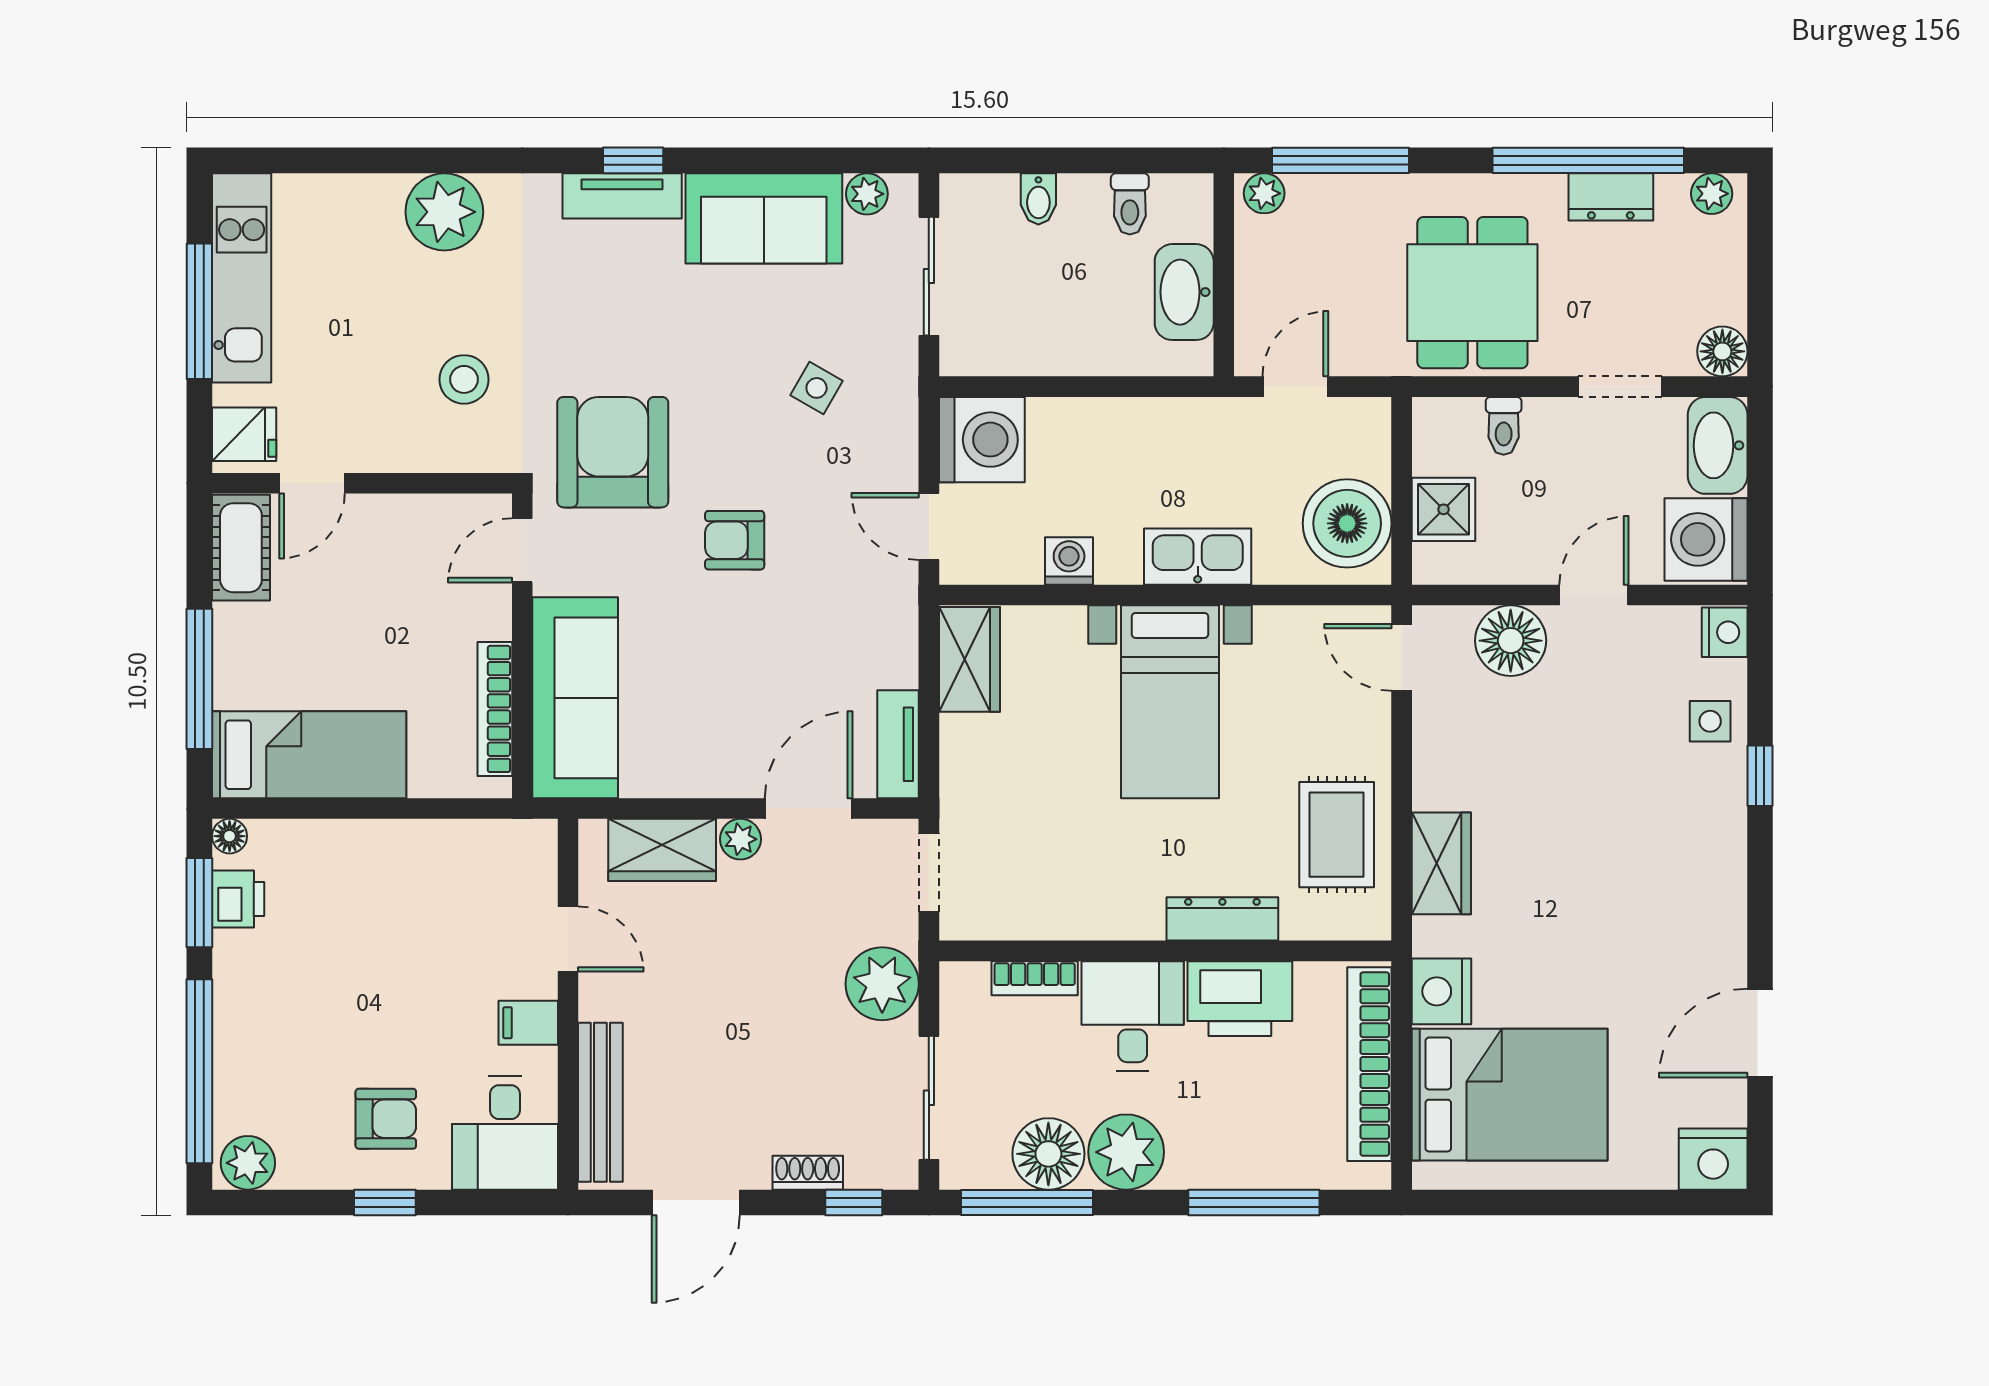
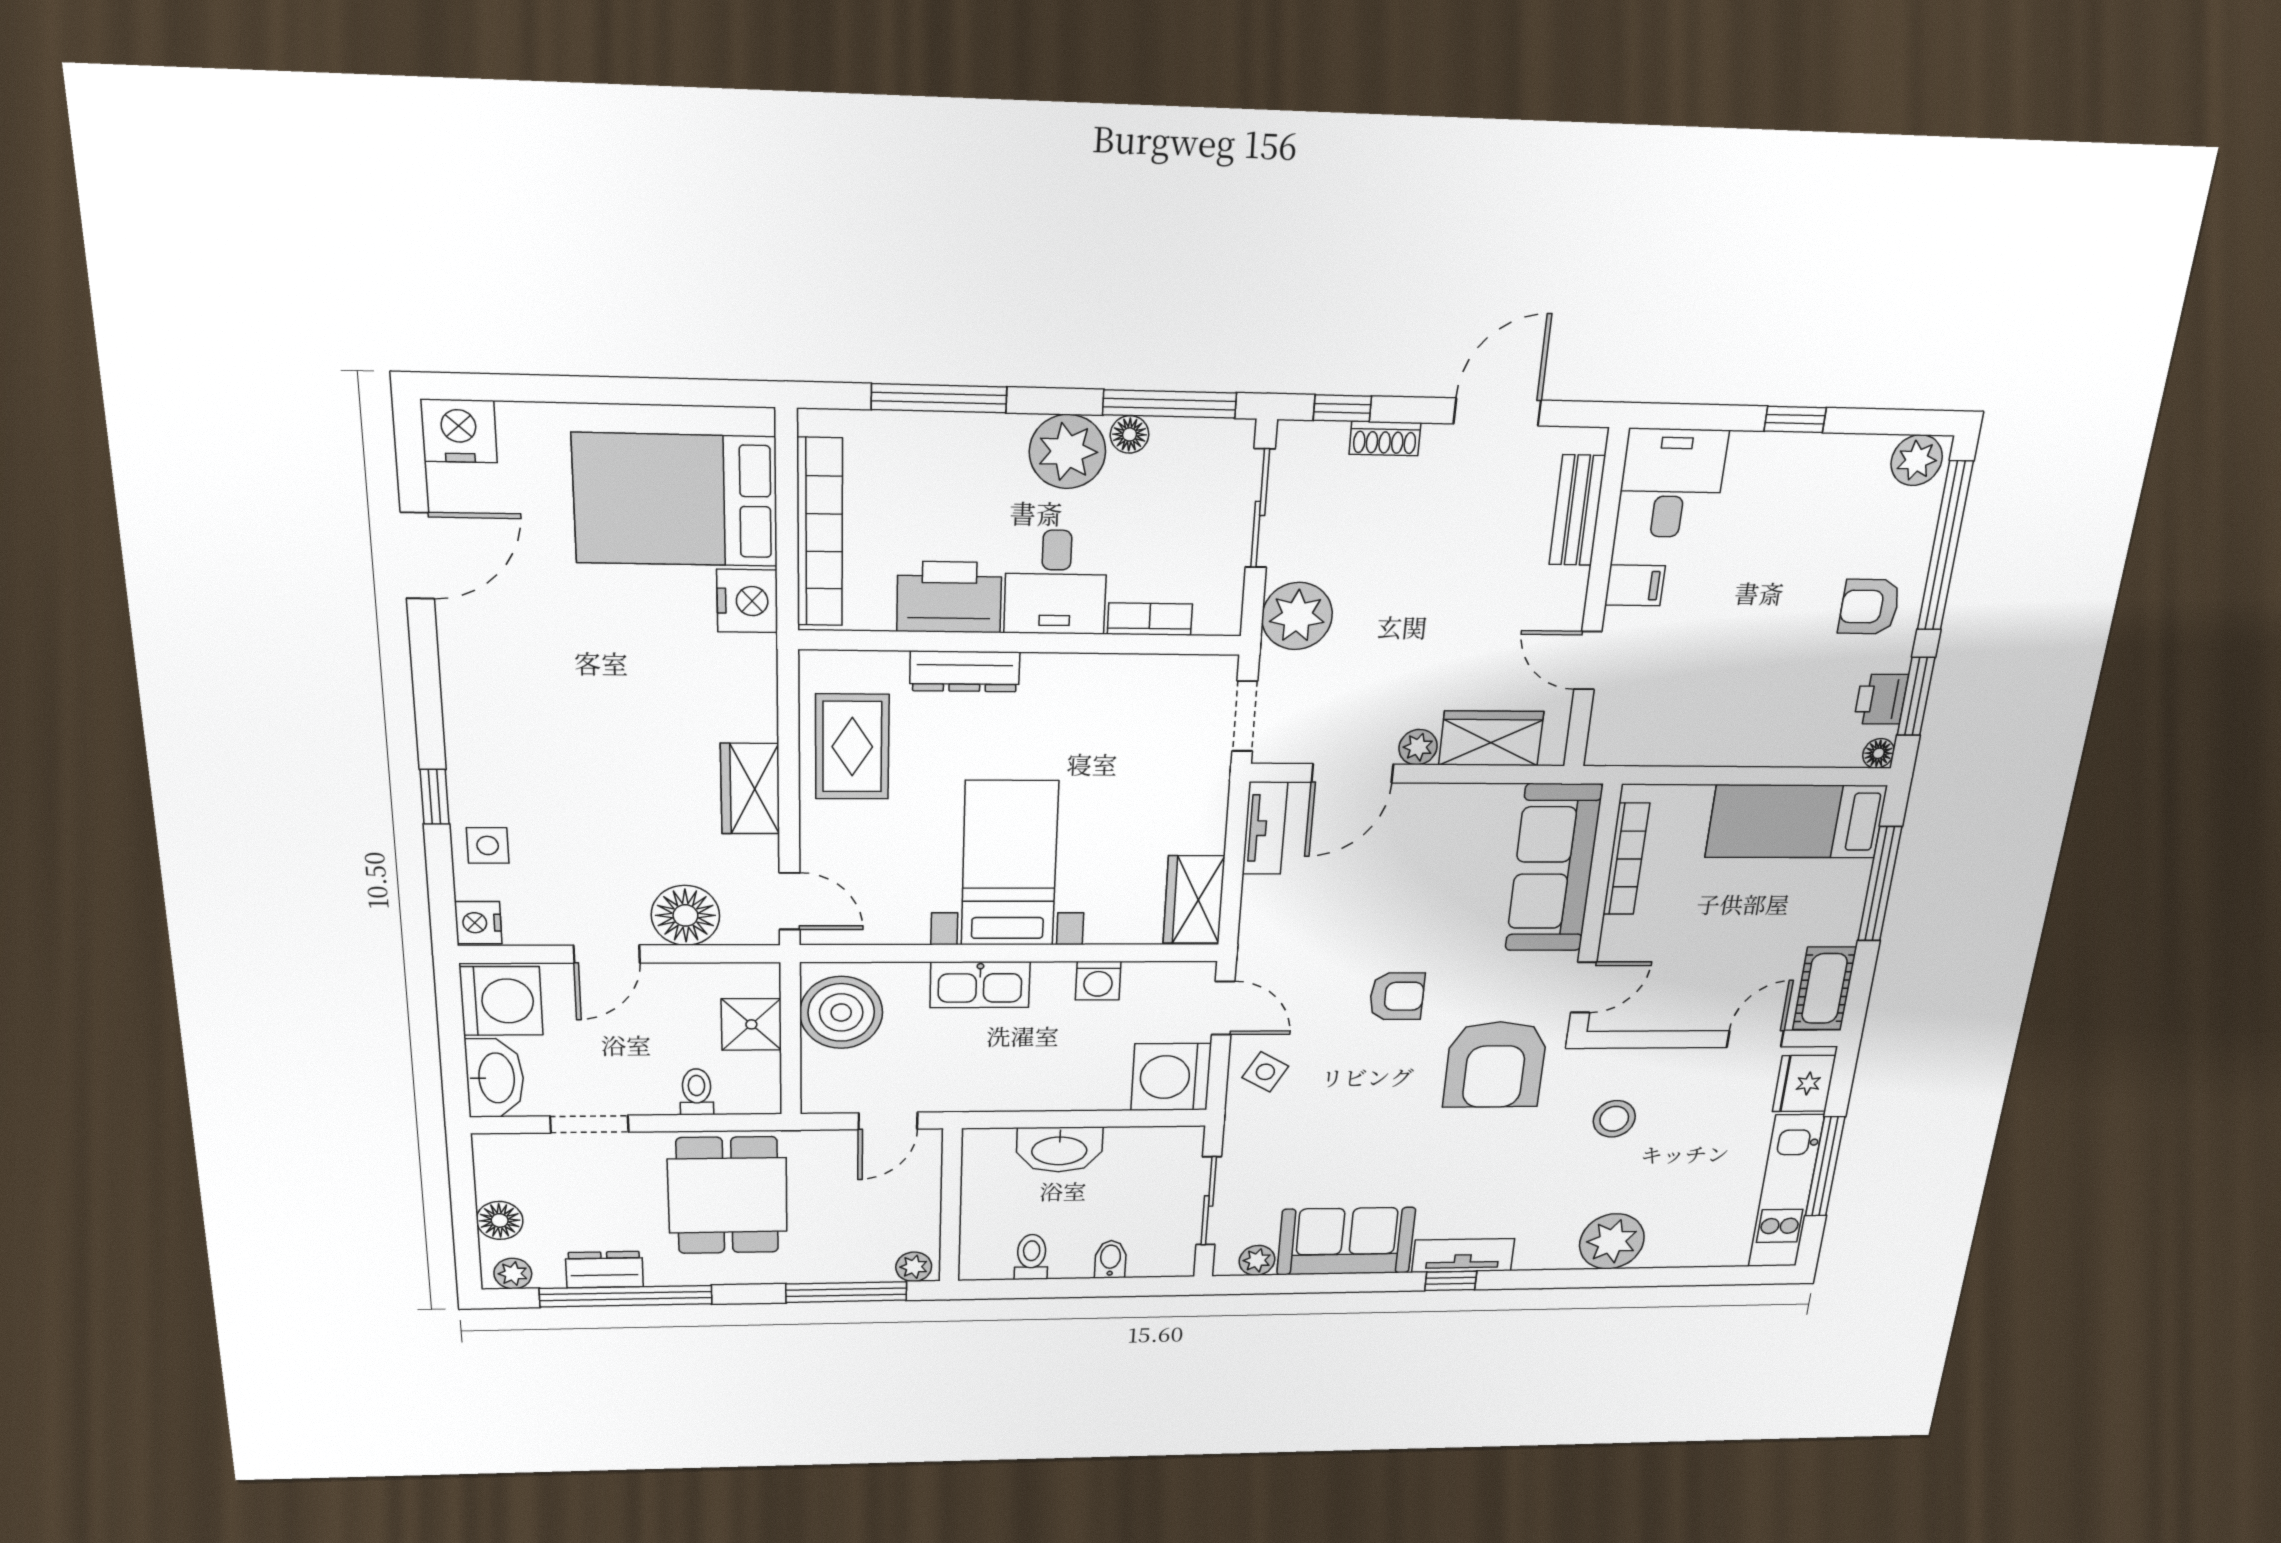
washbasin: (1184, 292) -> (1059, 1150), moved, turned 90
floor lamp: (1722, 351) -> (500, 1220), moved
side table: (817, 388) -> (1265, 1072), moved
fridge: (244, 434) -> (1804, 1084), width x1.38
wardrobe: (1441, 863) -> (750, 789), moved
bench: (600, 1102) -> (1577, 510), width x0.73
armchair: (386, 1119) -> (1869, 607), moved
floor lamp: (1048, 1154) -> (1129, 434), width x0.53, depth x0.53

